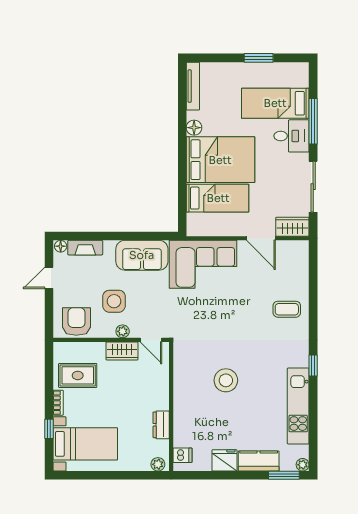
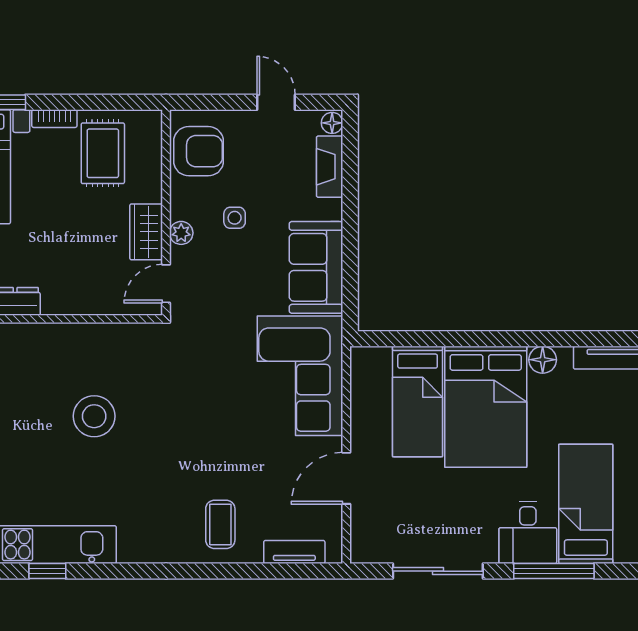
wardrobe: (292, 227) -> (367, 534), removed
tv unit: (302, 268) -> (294, 552), added
side table: (114, 301) -> (235, 218), width x0.54, depth x0.54
window: (313, 366) -> (47, 571), moved

